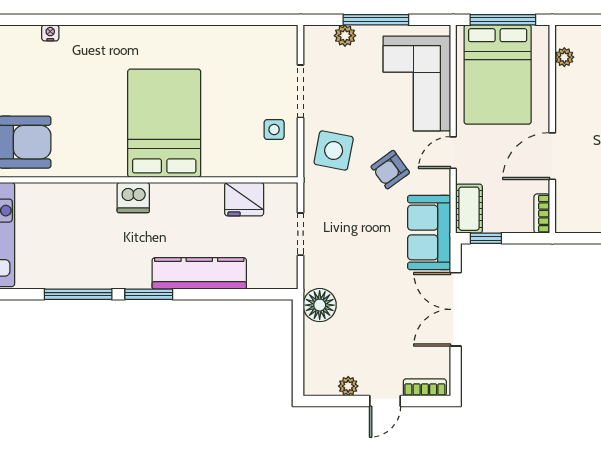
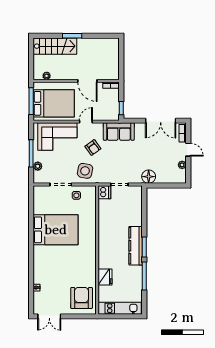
bed: (164, 123) -> (56, 230), moved, turned 180
door: (453, 153) -> (86, 122), swing flipped
dishwasher: (133, 198) -> (104, 192), moved
fridge: (244, 199) -> (105, 277), moved
cot: (469, 209) -> (109, 115), removed
kitchen counter: (199, 273) -> (136, 246), moved
double door: (456, 309) -> (161, 121), moved

